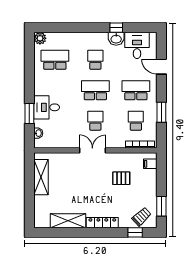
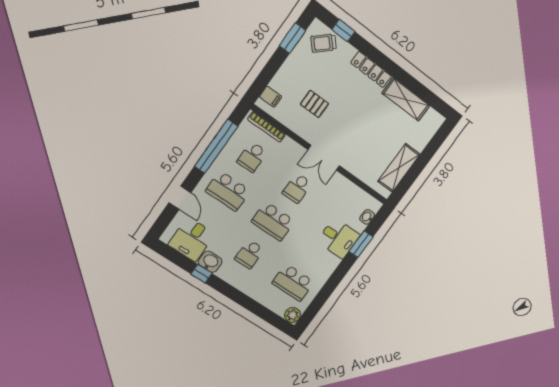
window: (161, 112) -> (216, 146), width x2.11

